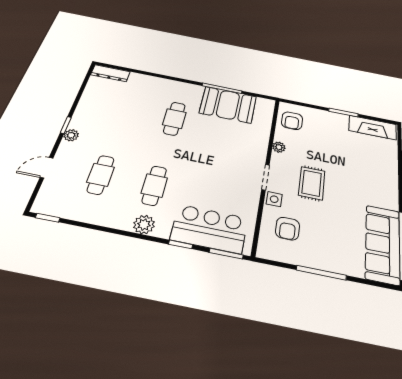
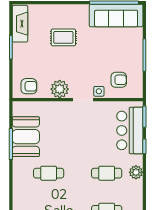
plant: (279, 147) -> (60, 89), width x1.88, depth x1.88
rug: (312, 183) -> (63, 37), moved

